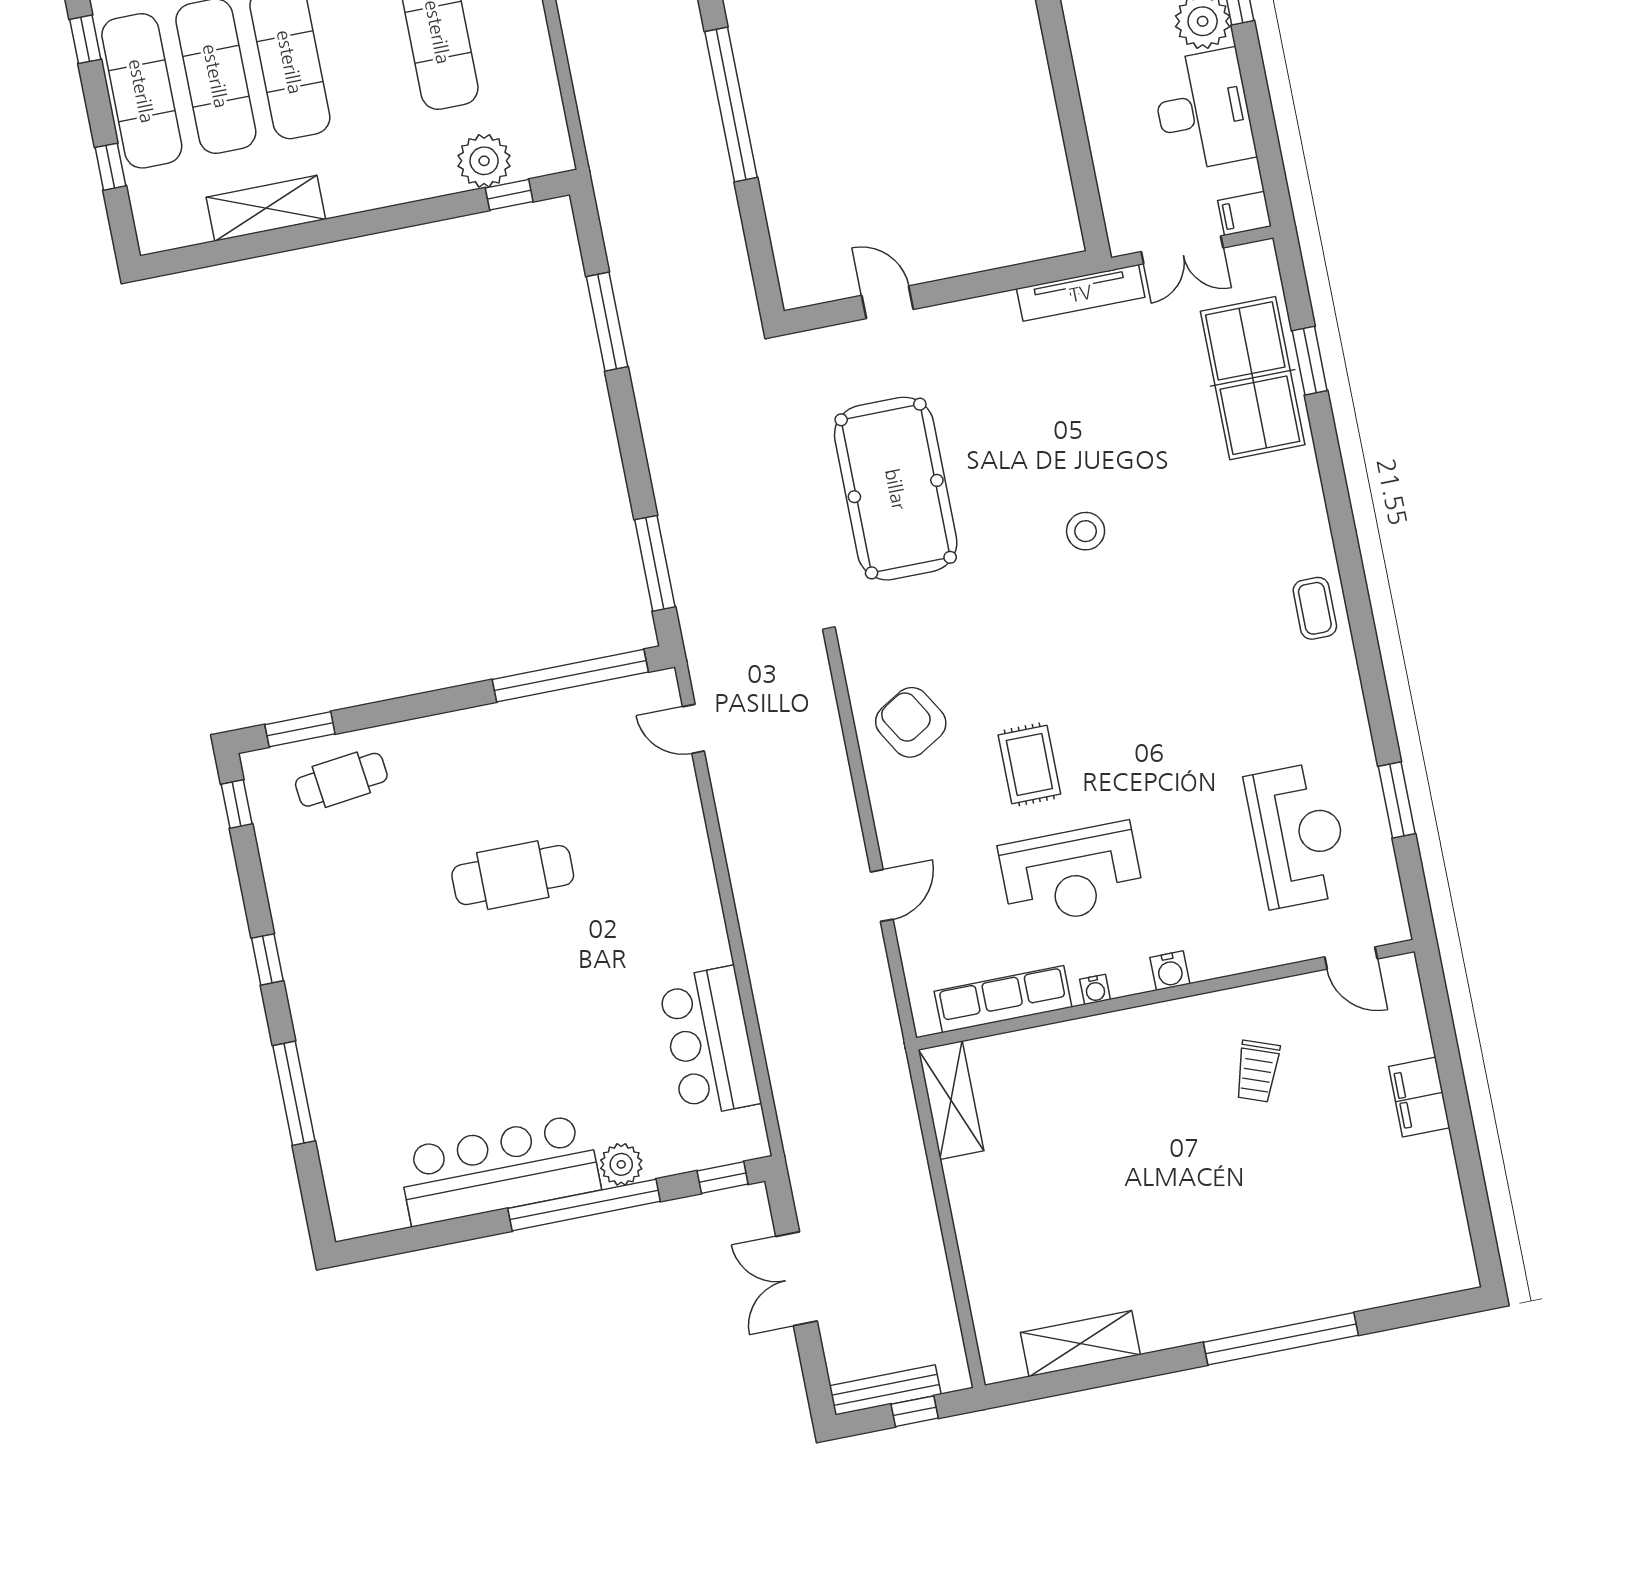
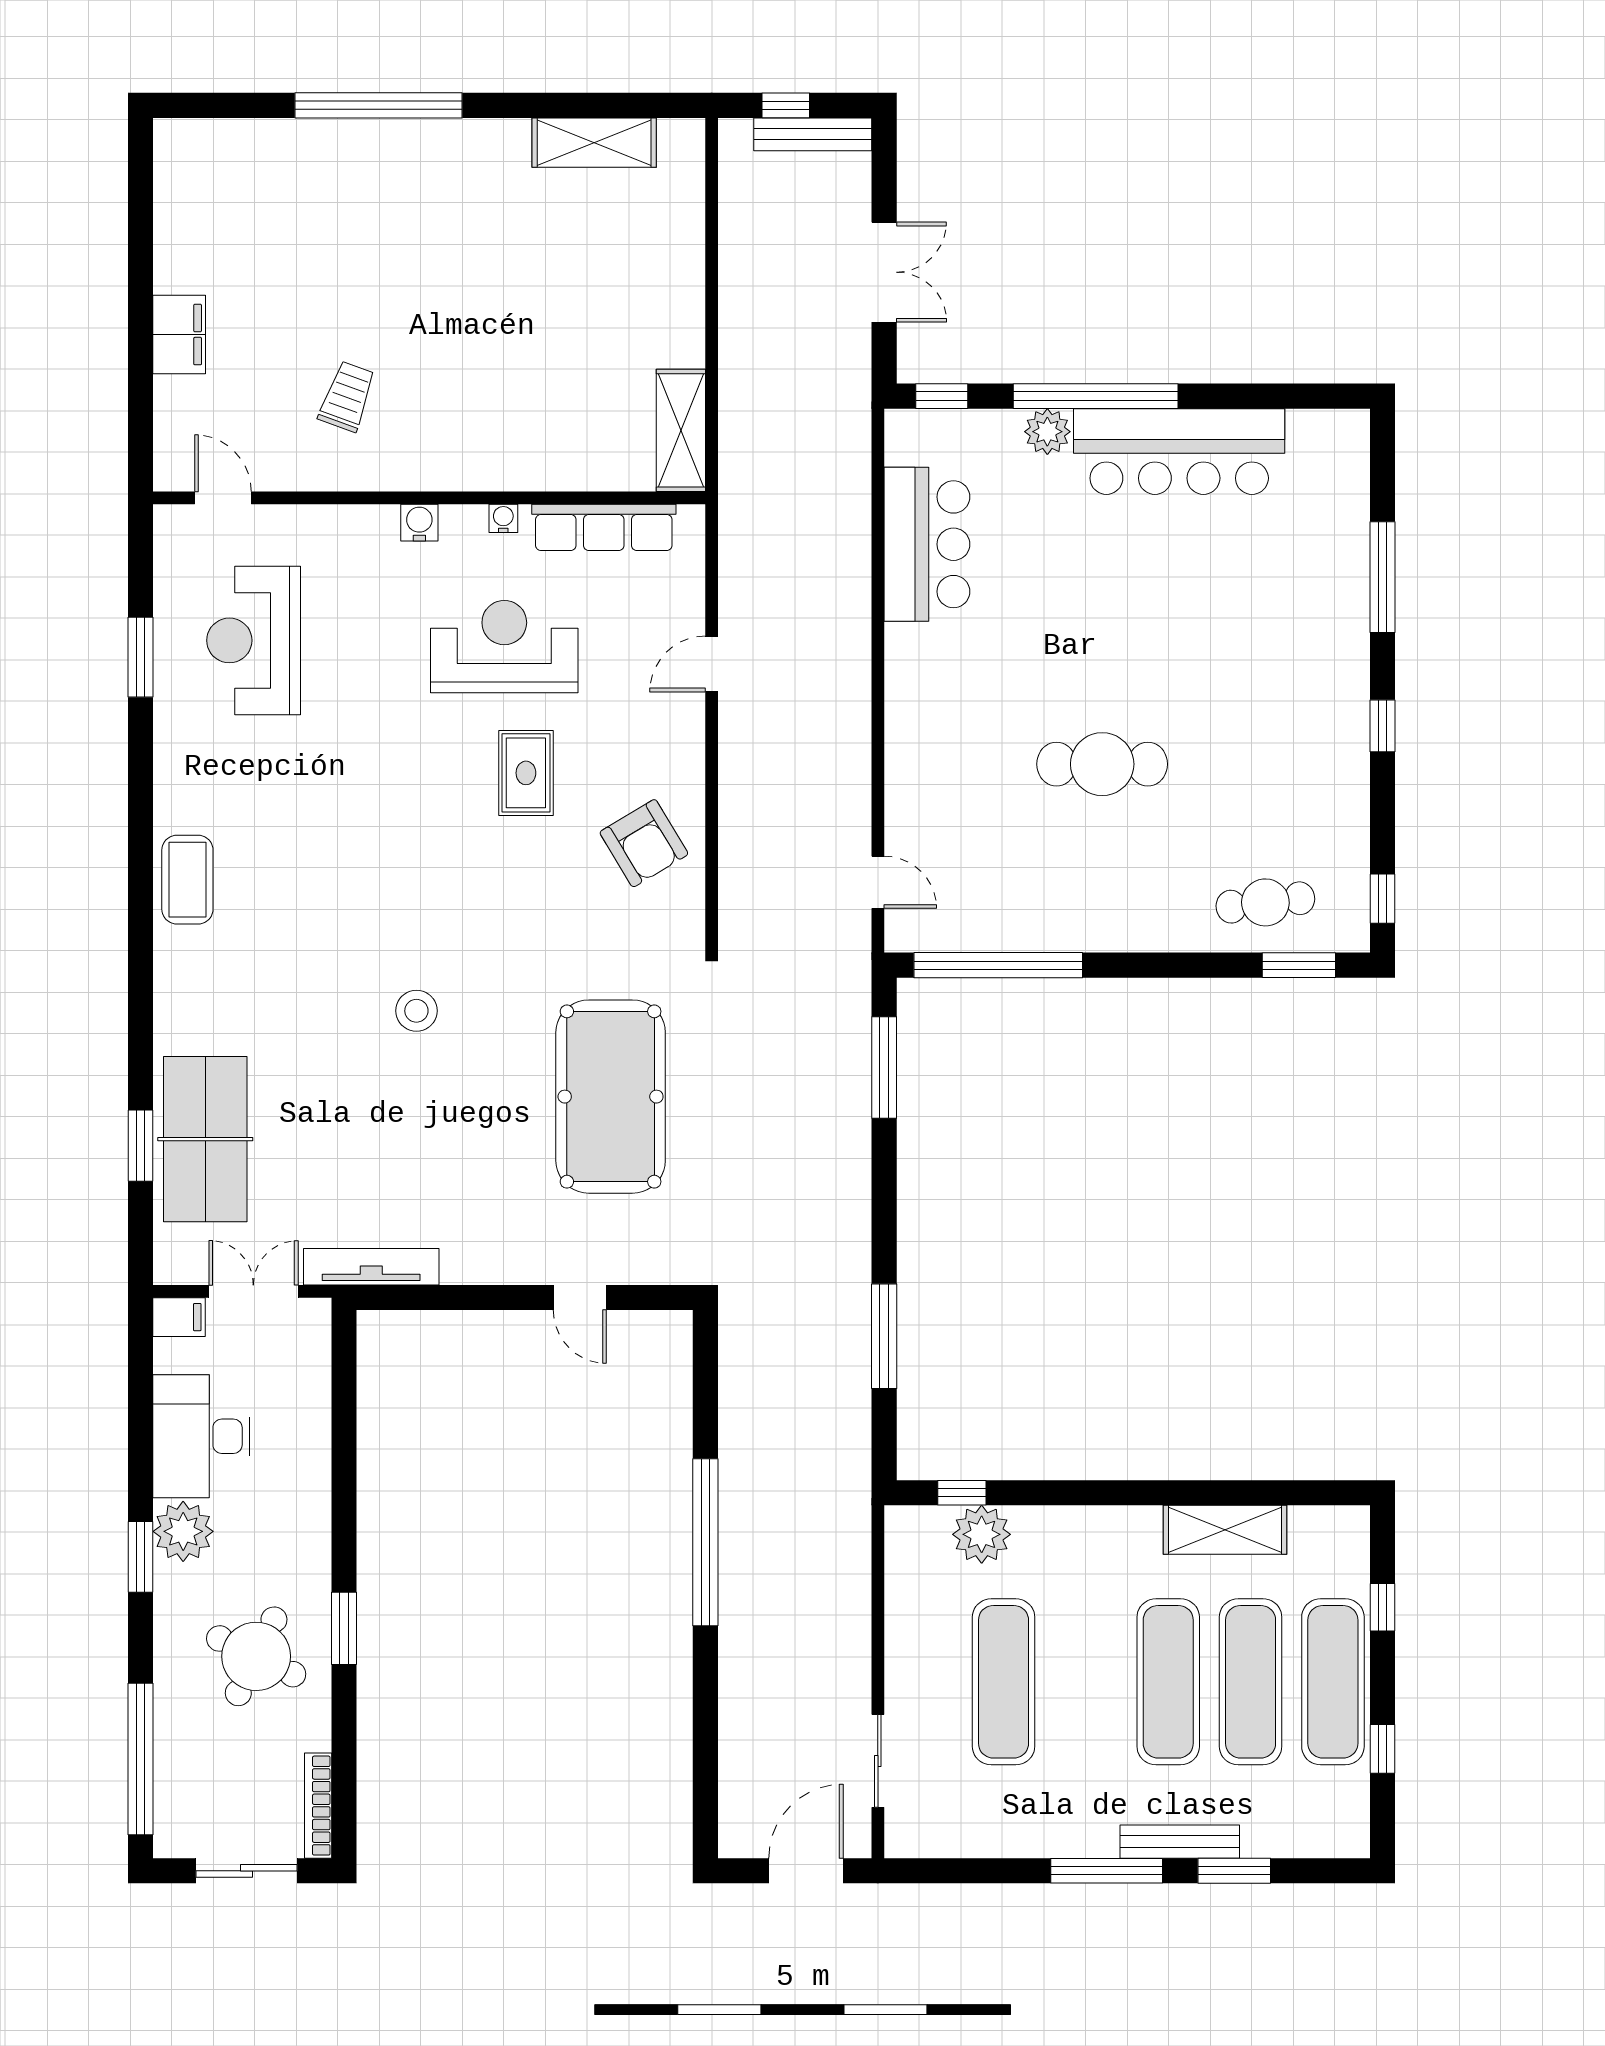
coffee table: (1315, 608) -> (187, 880), width x1.36, depth x1.30

